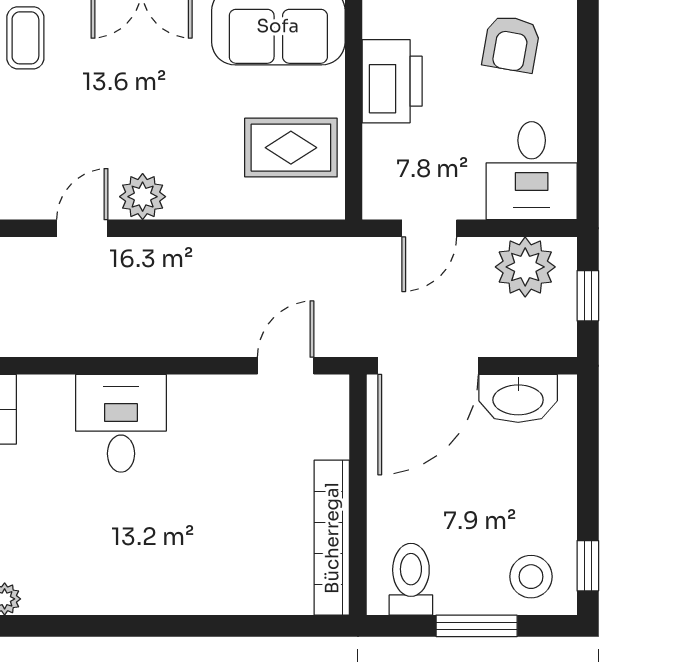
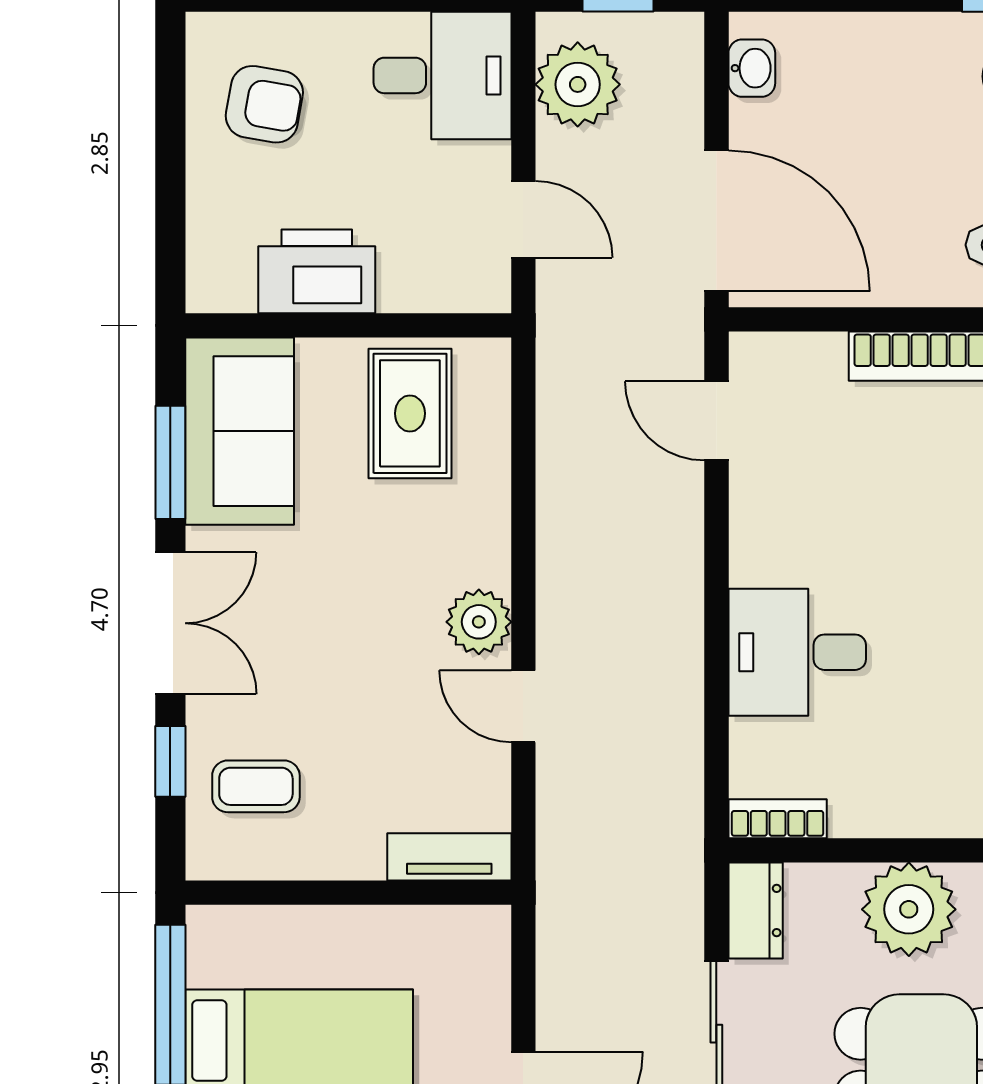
washbasin: (518, 398) -> (752, 68), width x0.52, depth x0.69

